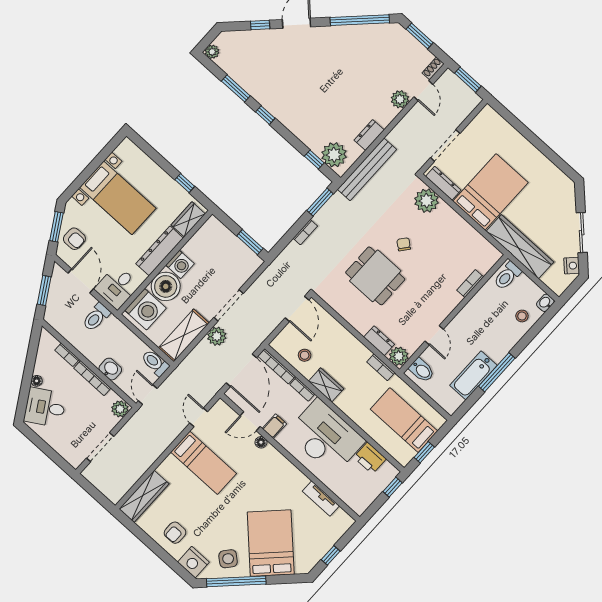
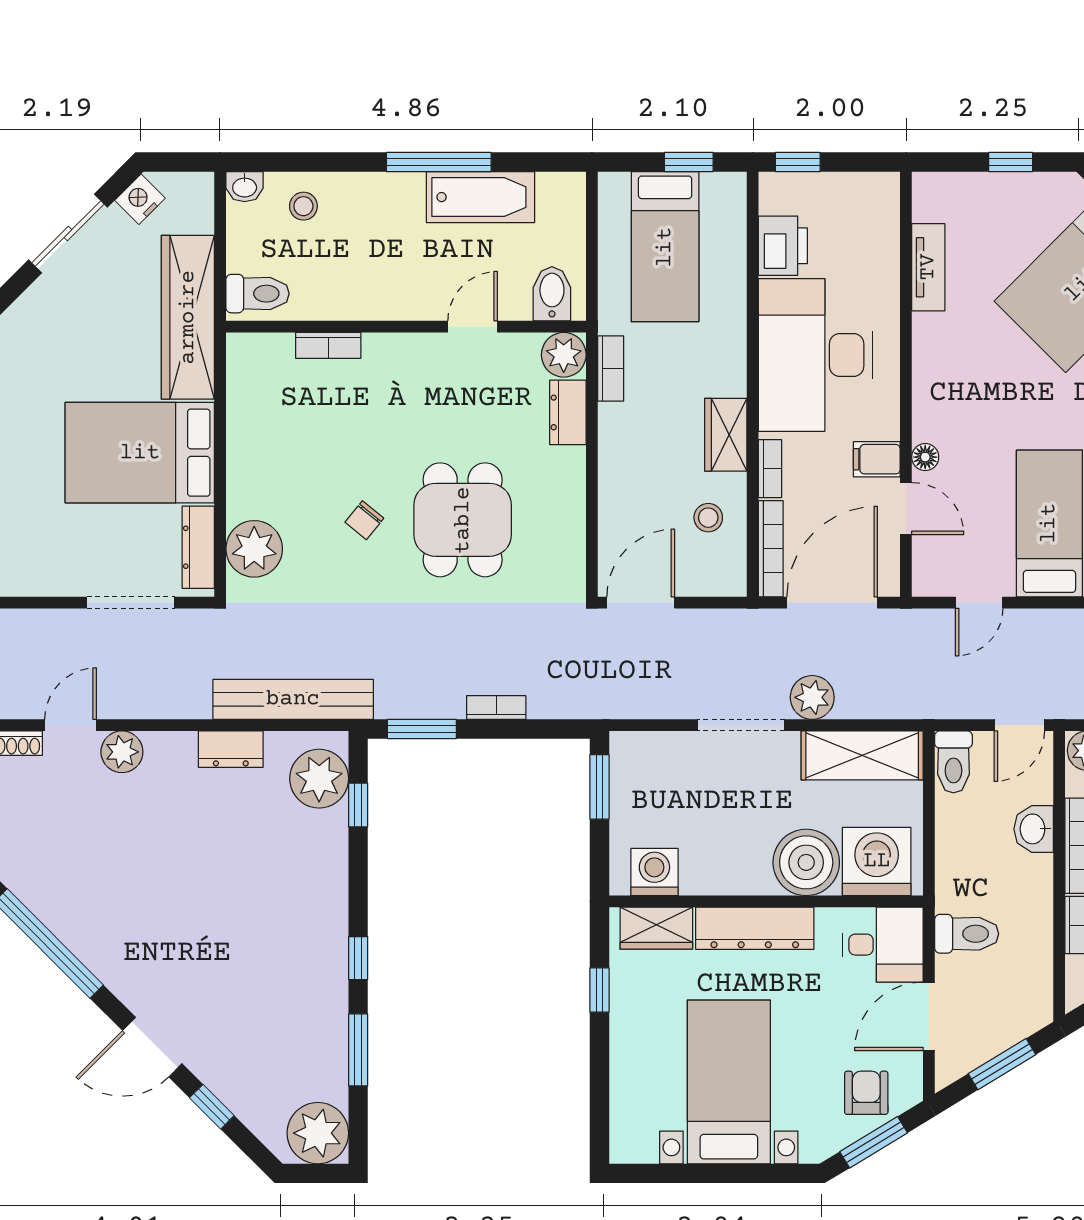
plant: (212, 52) -> (318, 1133), width x1.87, depth x1.87
washing machine: (180, 264) -> (654, 872), moved

